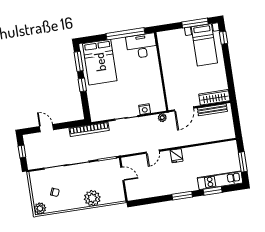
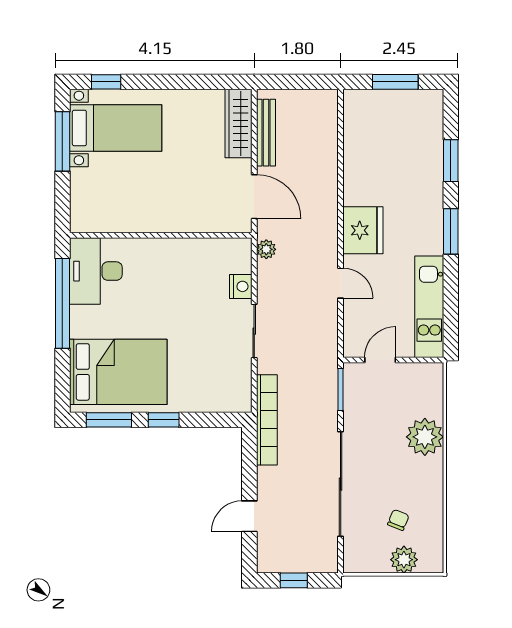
fridge: (177, 156) -> (363, 230), width x1.88, depth x1.34
kitchen unit: (220, 180) -> (429, 307), moved
plant: (40, 208) -> (404, 560), moved

